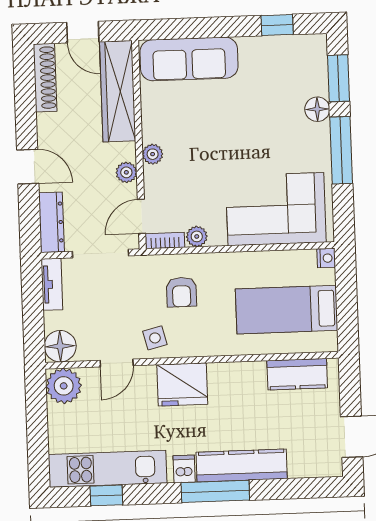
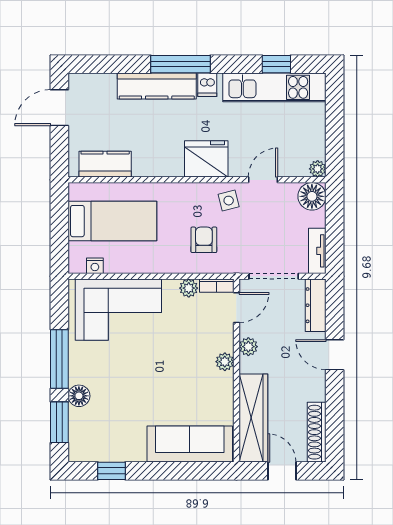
nightstand: (326, 258) -> (95, 266), moved, turned -90
plant: (64, 386) -> (318, 169), width x0.53, depth x0.53

